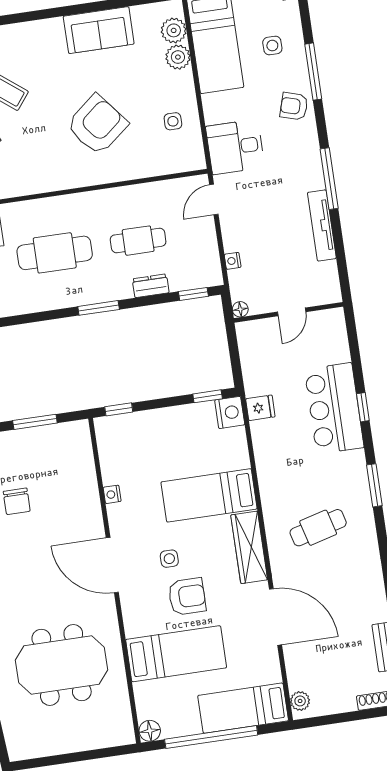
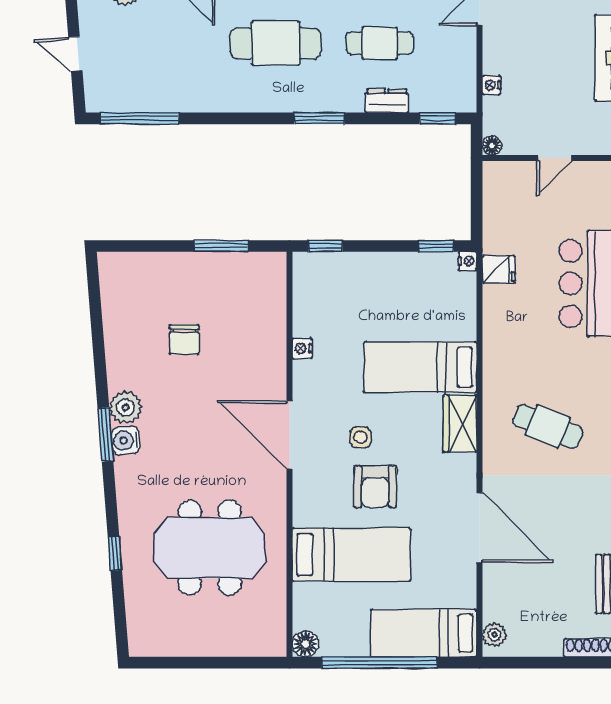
nightstand: (230, 412) -> (468, 261), width x0.53, depth x0.56
cafe table: (318, 528) -> (548, 426), turned 37
wardrobe: (249, 547) -> (460, 424), width x0.67
armchair: (187, 597) -> (375, 487), turned 90

